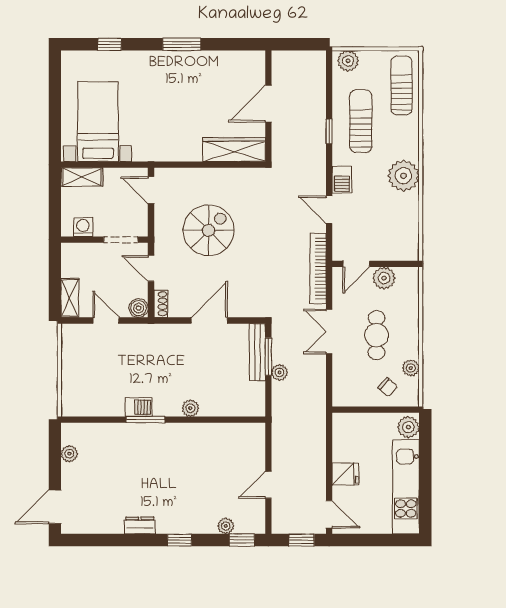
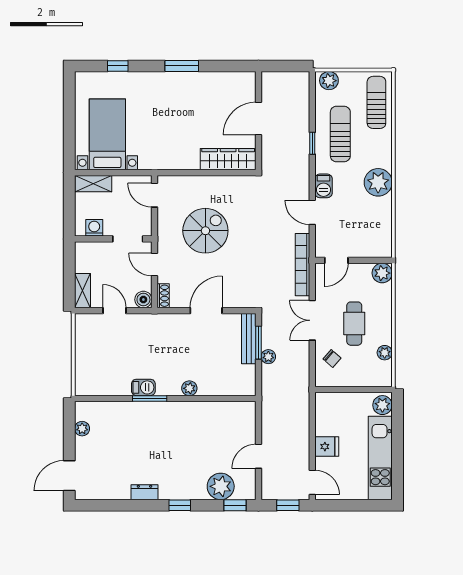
plant: (384, 278) -> (382, 273), moved
chair: (388, 387) -> (332, 359), moved
plant: (226, 526) -> (221, 486), width x1.88, depth x1.88

